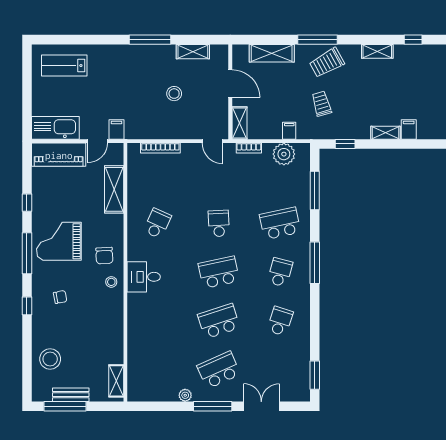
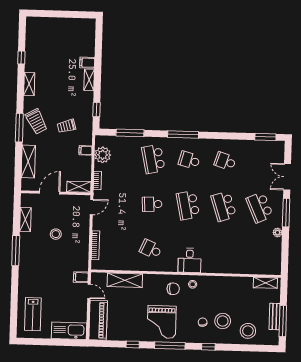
kitchen sink: (55, 128) -> (69, 331), moved, turned 90
stool: (63, 324) -> (223, 321), added

